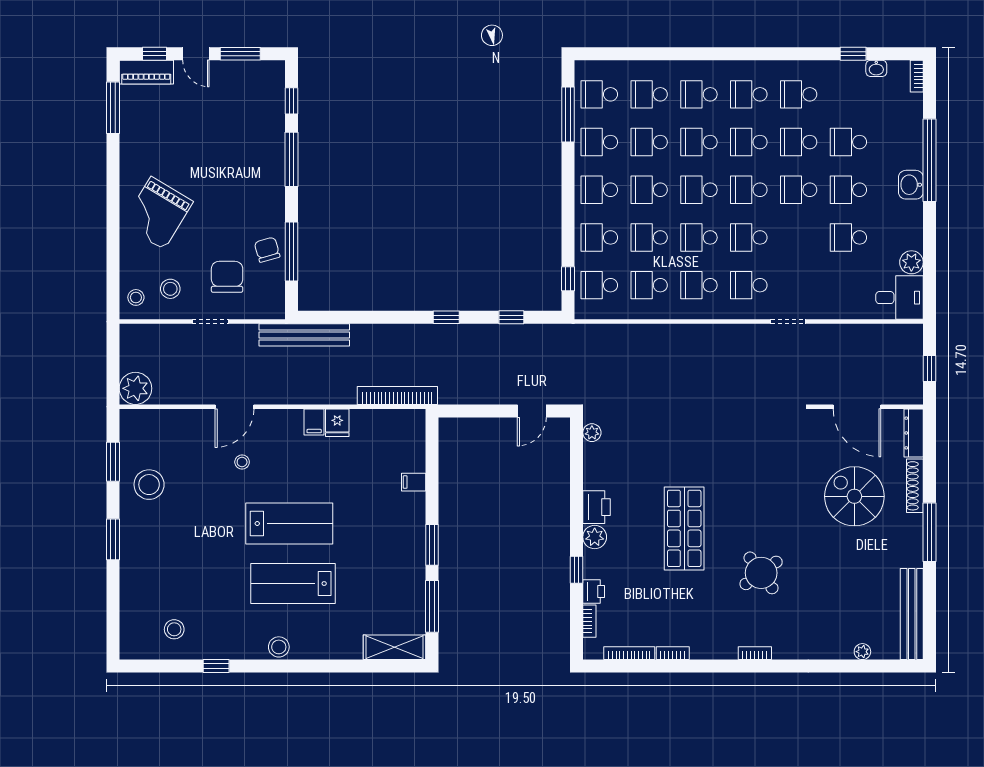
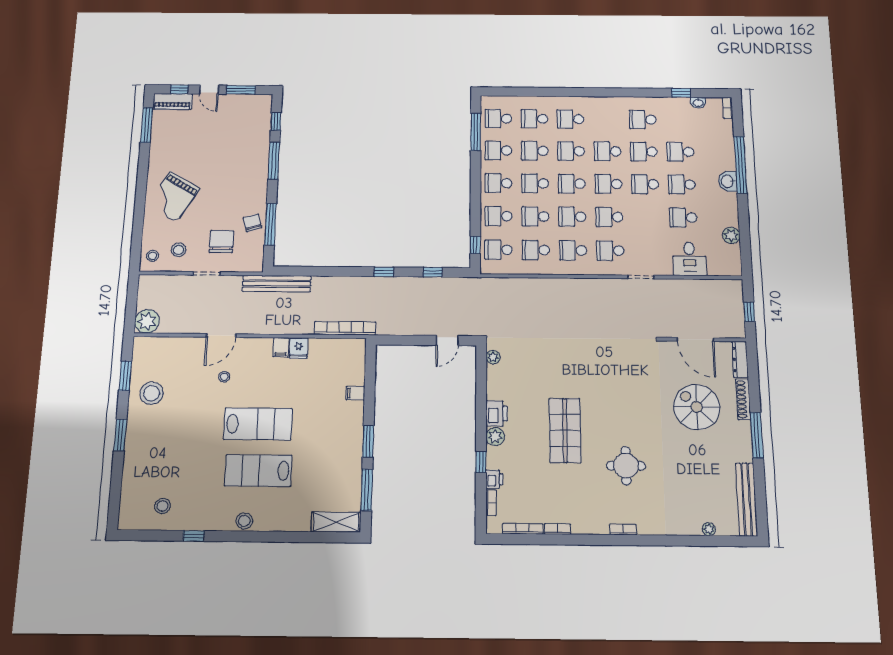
school desk: (749, 94) -> (607, 119), removed
desk: (900, 298) -> (690, 259), moved, turned 90
round table: (761, 573) -> (626, 466), turned 36

